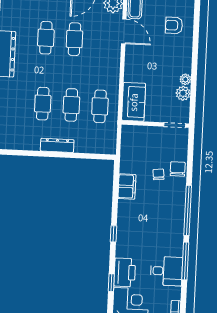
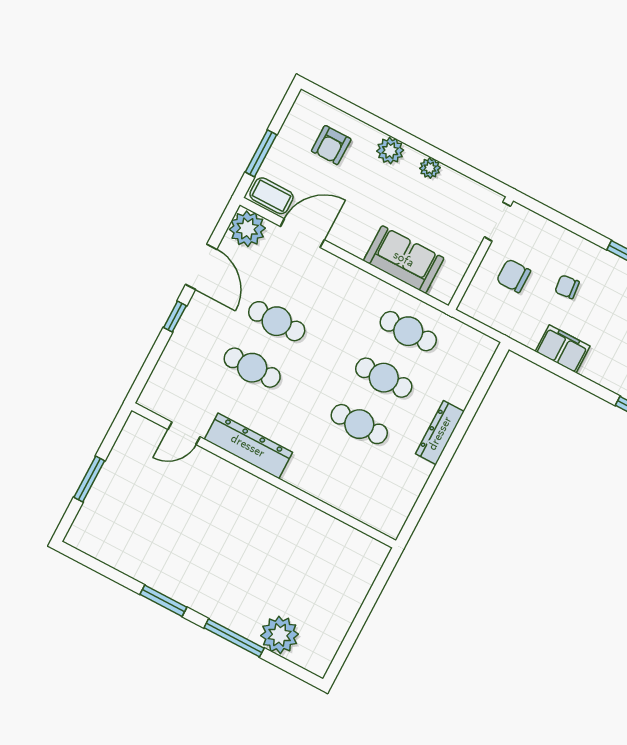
plant: (183, 93) -> (390, 151), moved
sofa: (134, 102) -> (404, 259), moved
chair: (178, 169) -> (513, 276), moved

